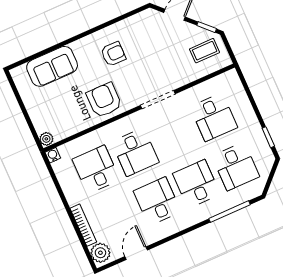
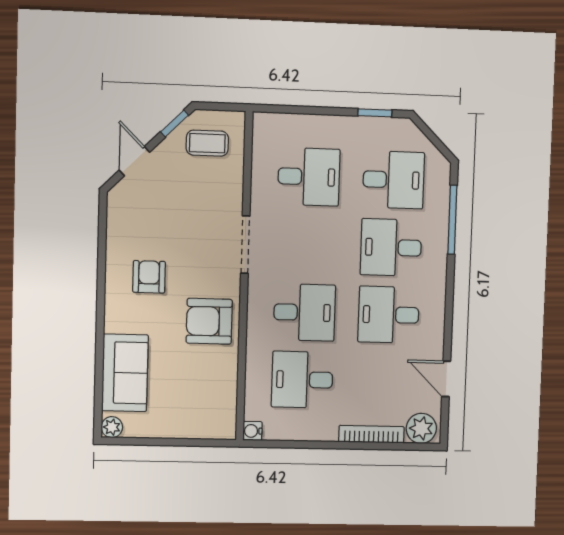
coffee table: (205, 51) -> (207, 143), turned 90
plant: (46, 139) -> (112, 427), moved

